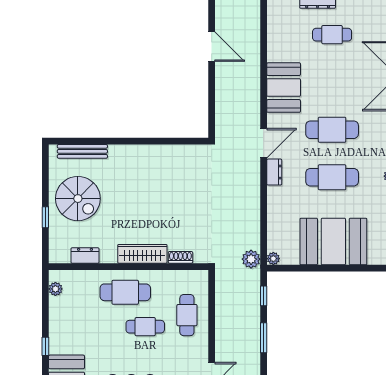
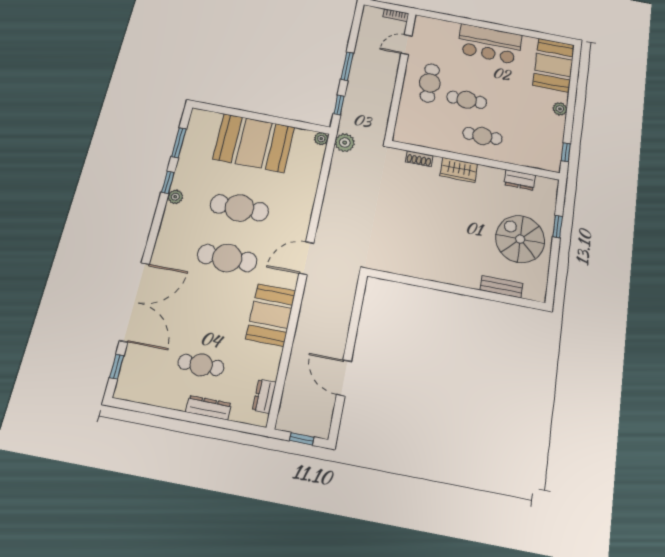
bench: (82, 151) -> (502, 287), width x0.73
dresser: (274, 172) -> (264, 396), moved
wardrobe: (142, 254) -> (459, 170), width x0.67
plant: (55, 289) -> (560, 109), moved
cafe table: (125, 292) -> (482, 136), width x0.73, depth x0.74
cafe table: (187, 315) -> (430, 83), moved
window: (45, 346) -> (566, 152), moved

